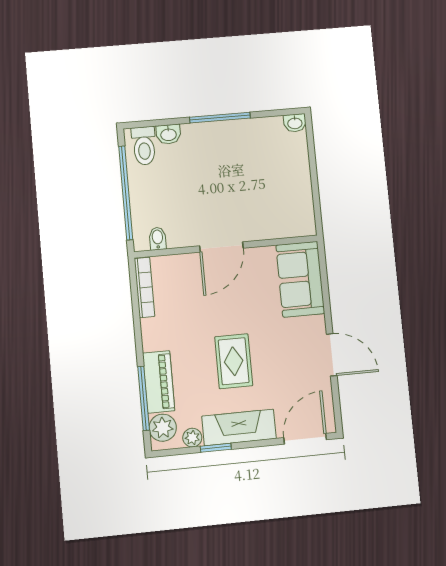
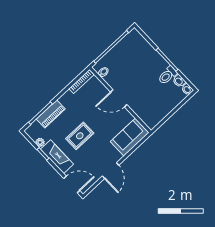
washbasin: (168, 134) -> (179, 81), moved
toilet: (144, 146) -> (167, 75), moved
plant: (163, 428) -> (35, 129), removed

